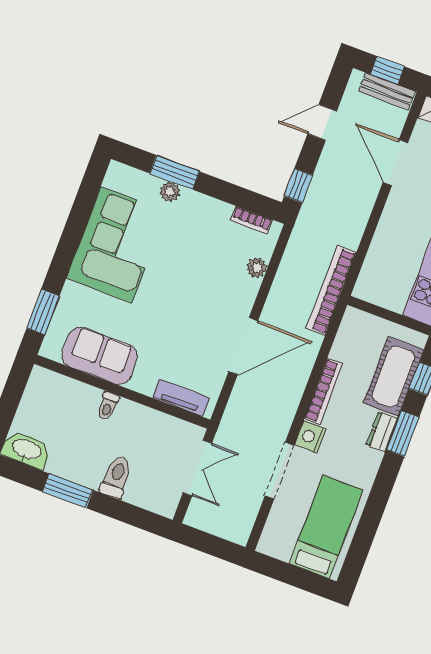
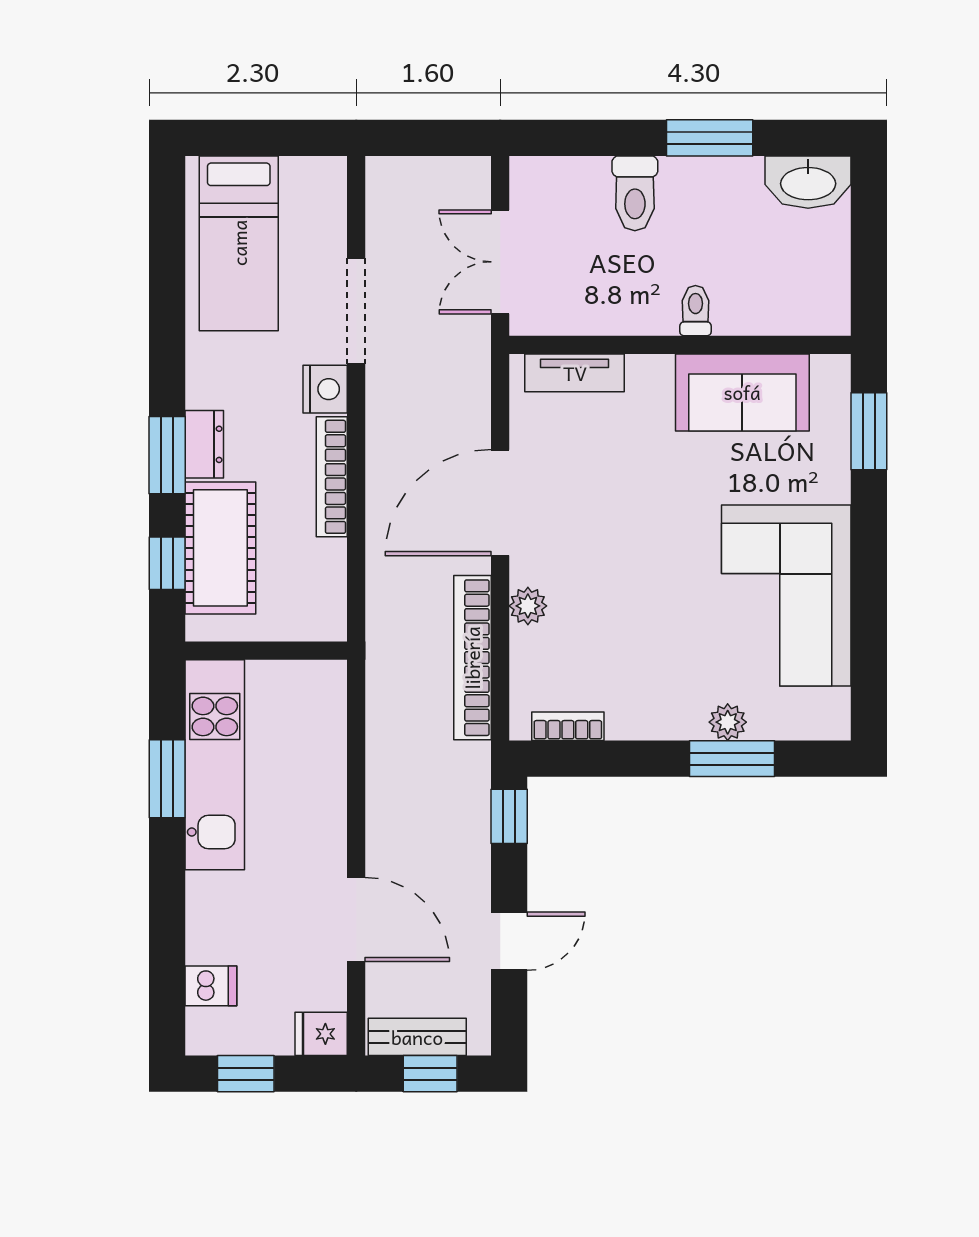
plant: (257, 268) -> (528, 606), moved
bookcase: (331, 290) -> (472, 658), moved, turned 180

